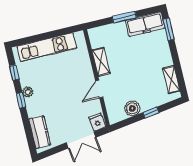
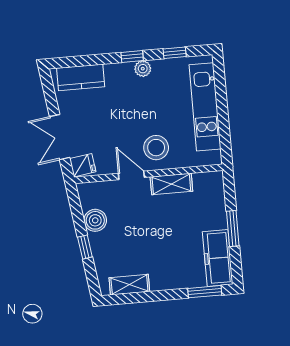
stool: (78, 75) -> (156, 148), added

